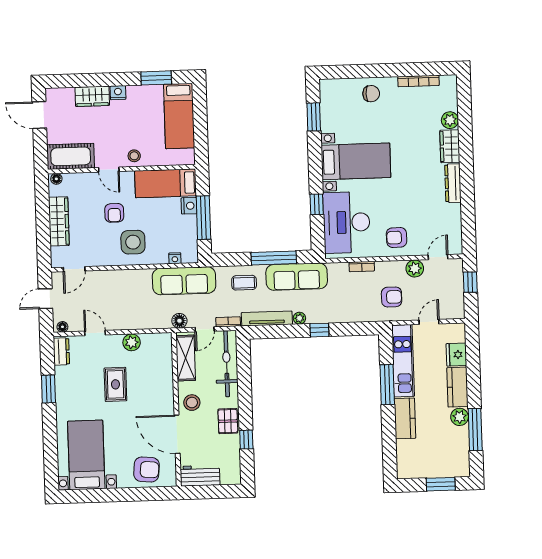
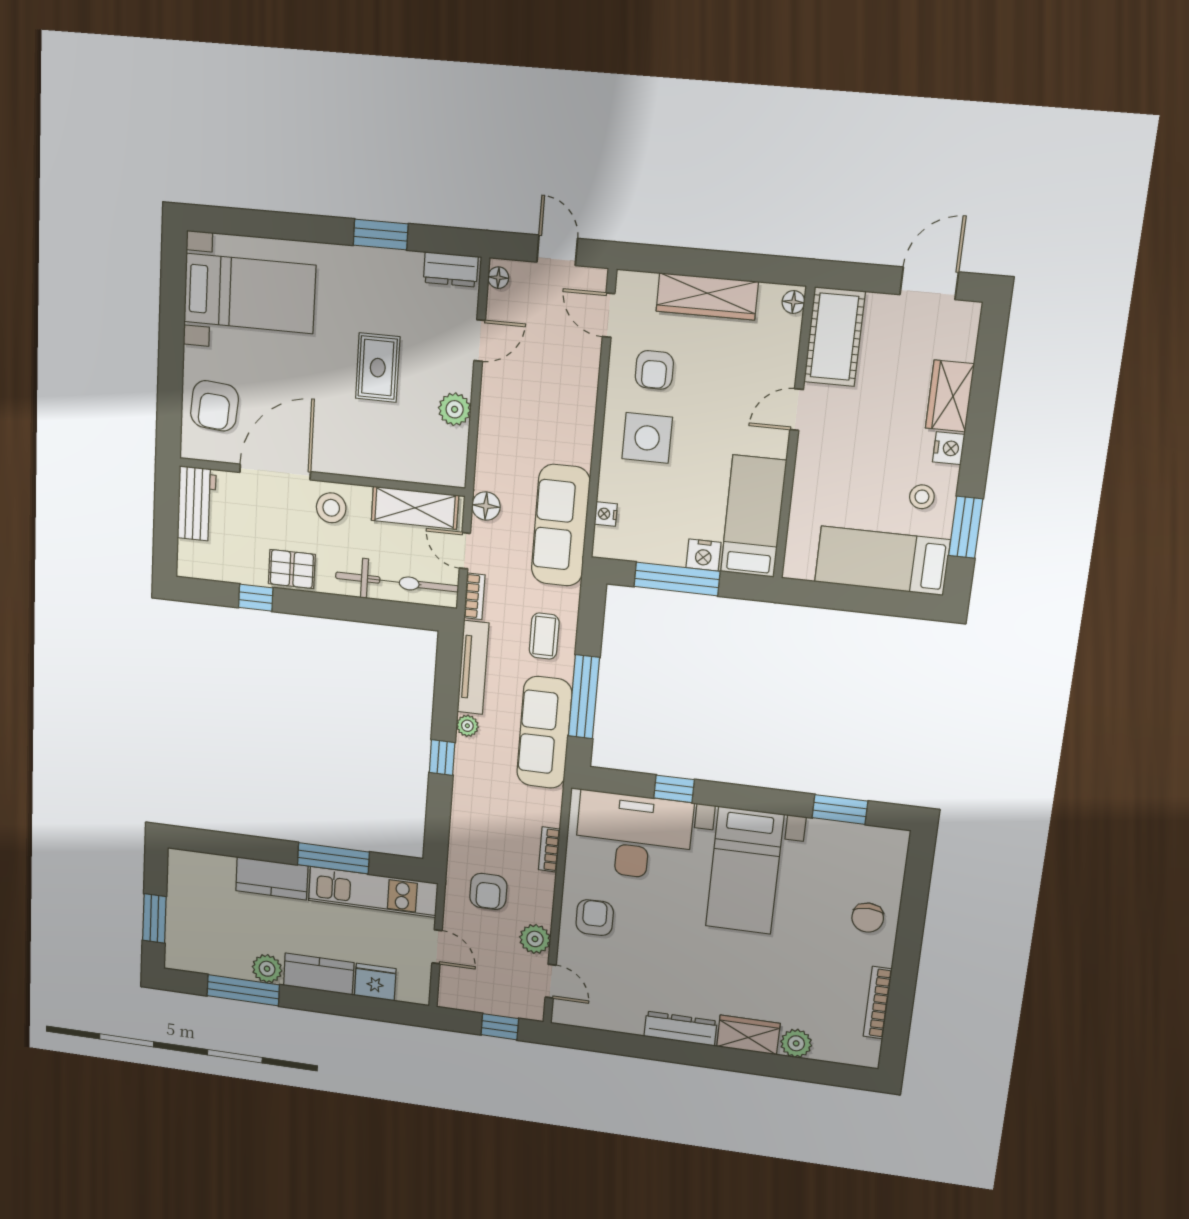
stool: (134, 156) -> (922, 497), moved
armchair: (114, 213) -> (654, 370), moved, turned -90
rug: (115, 384) -> (378, 368), turned 90

